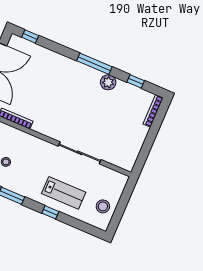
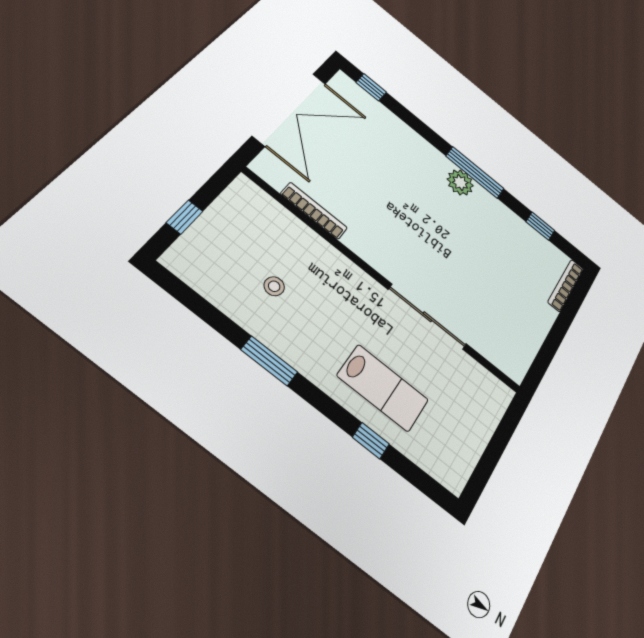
plant: (108, 82) -> (460, 182), moved
stool: (103, 206) -> (458, 440), removed
window: (50, 212) -> (371, 441), moved

